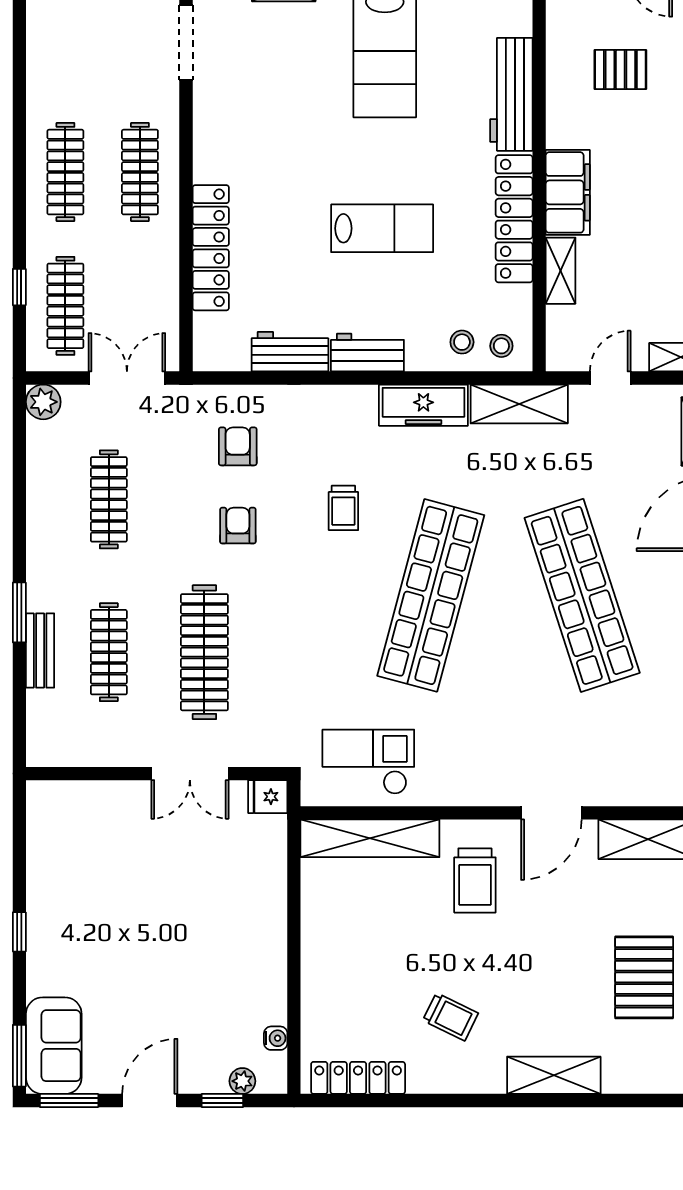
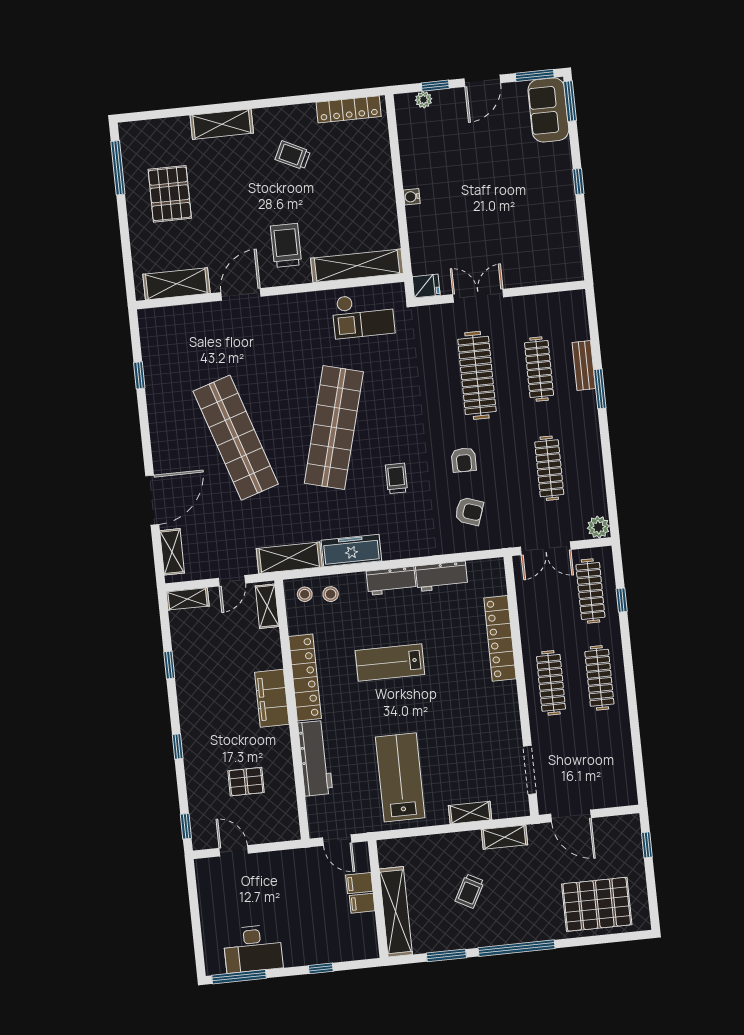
shelving: (561, 271) -> (267, 606), moved
armchair: (238, 446) -> (469, 511), turned -71
water cooler: (276, 1038) -> (412, 197), moved

